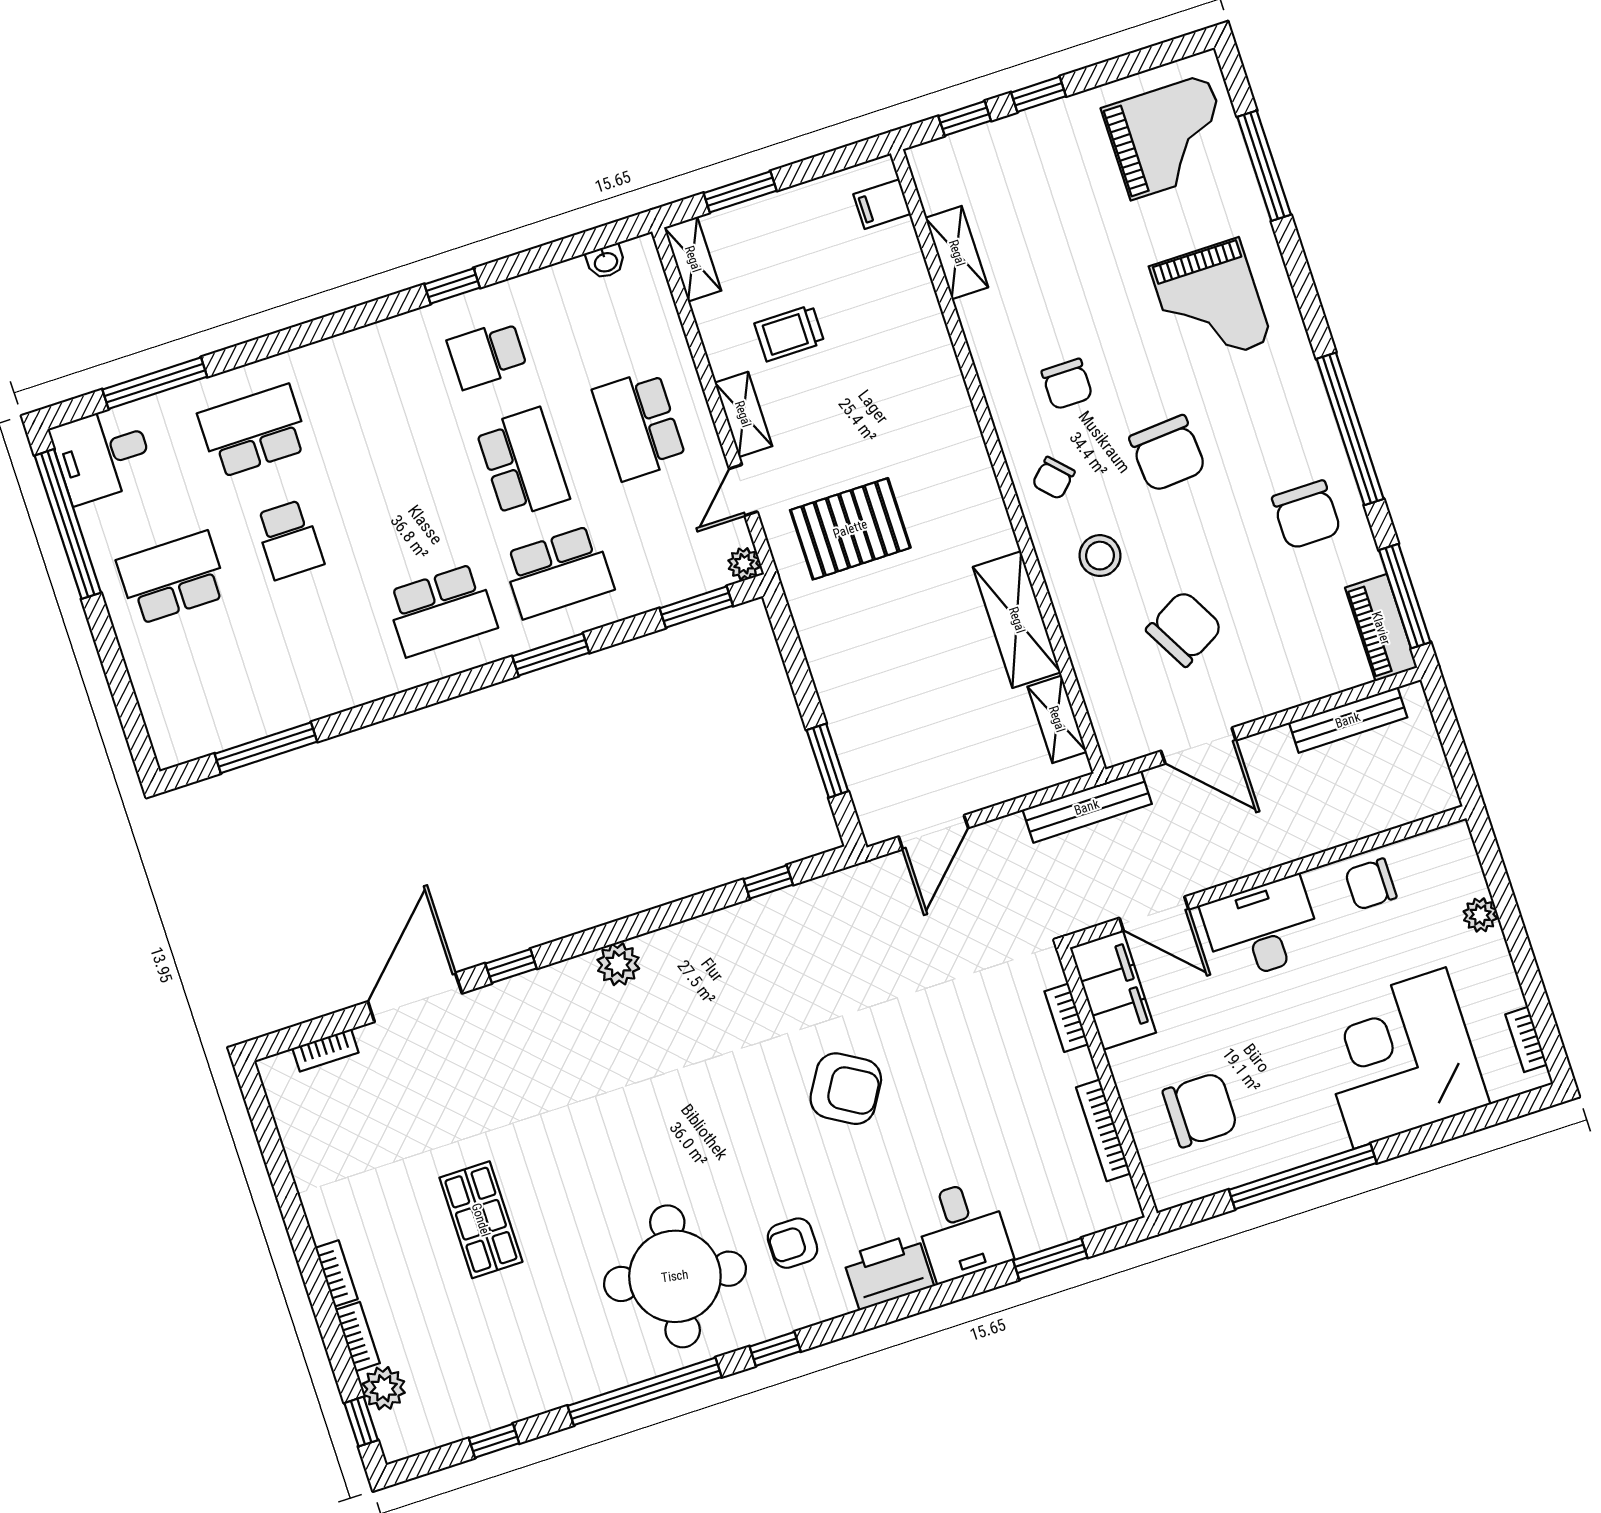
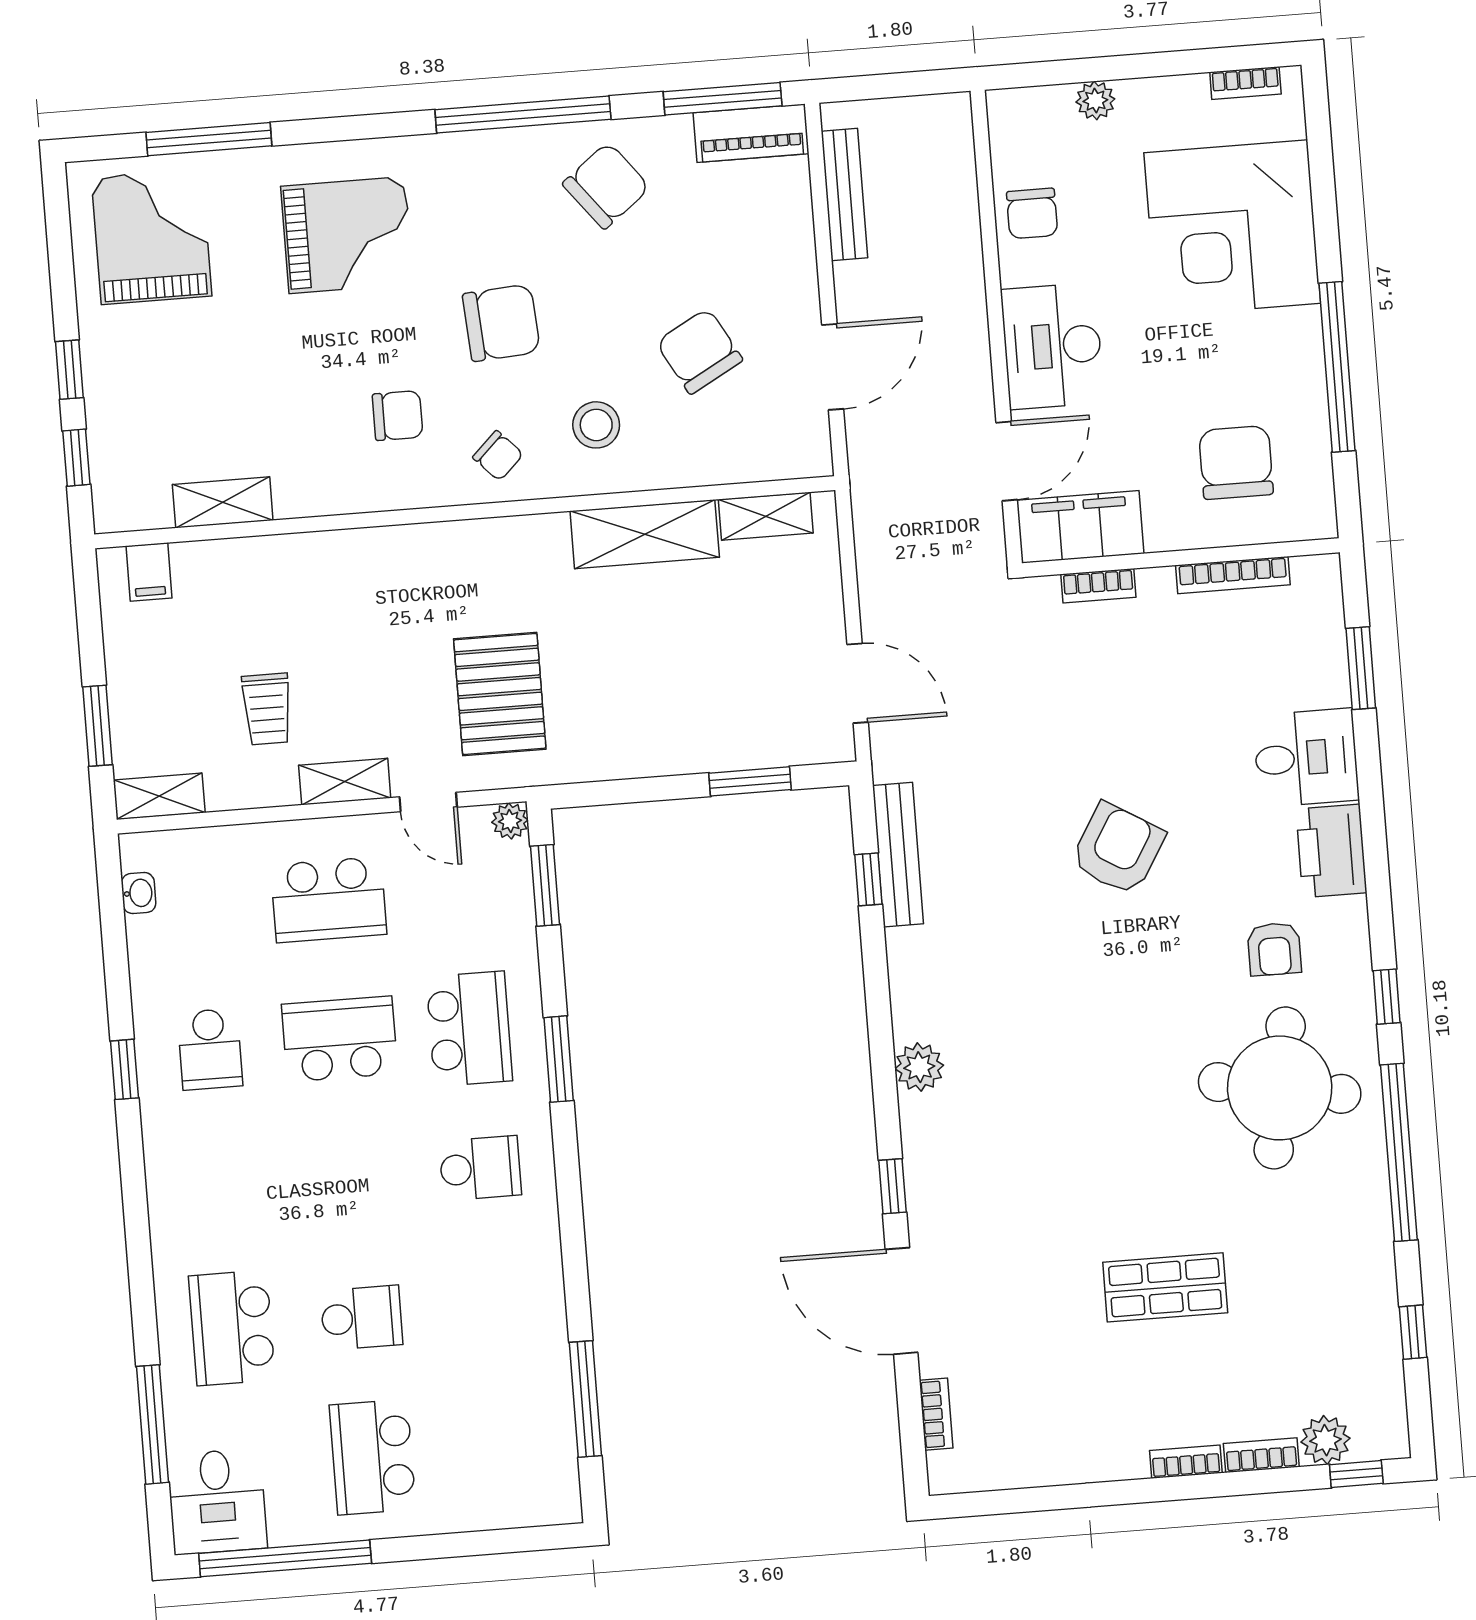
chair: (1306, 515) -> (606, 186), turned -38
school desk: (441, 610) -> (480, 1168), width x0.54
bench: (1087, 807) -> (898, 855), moved

